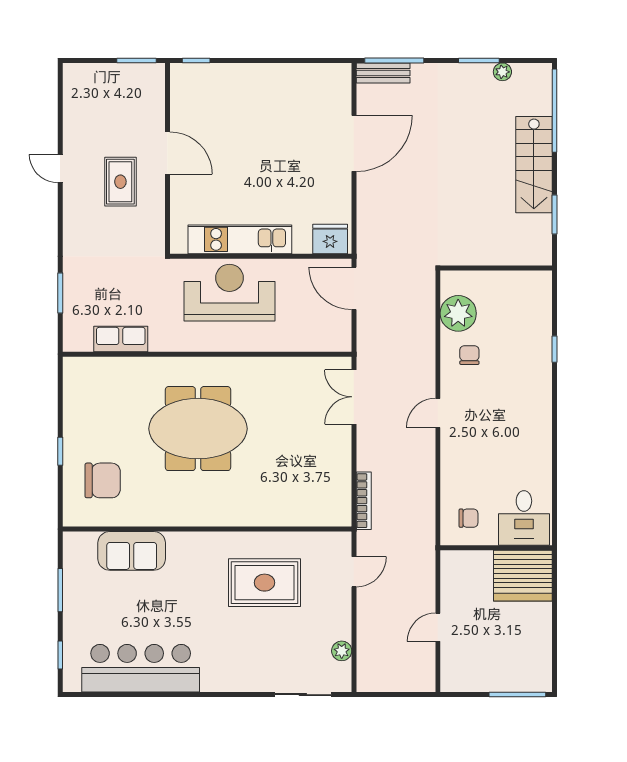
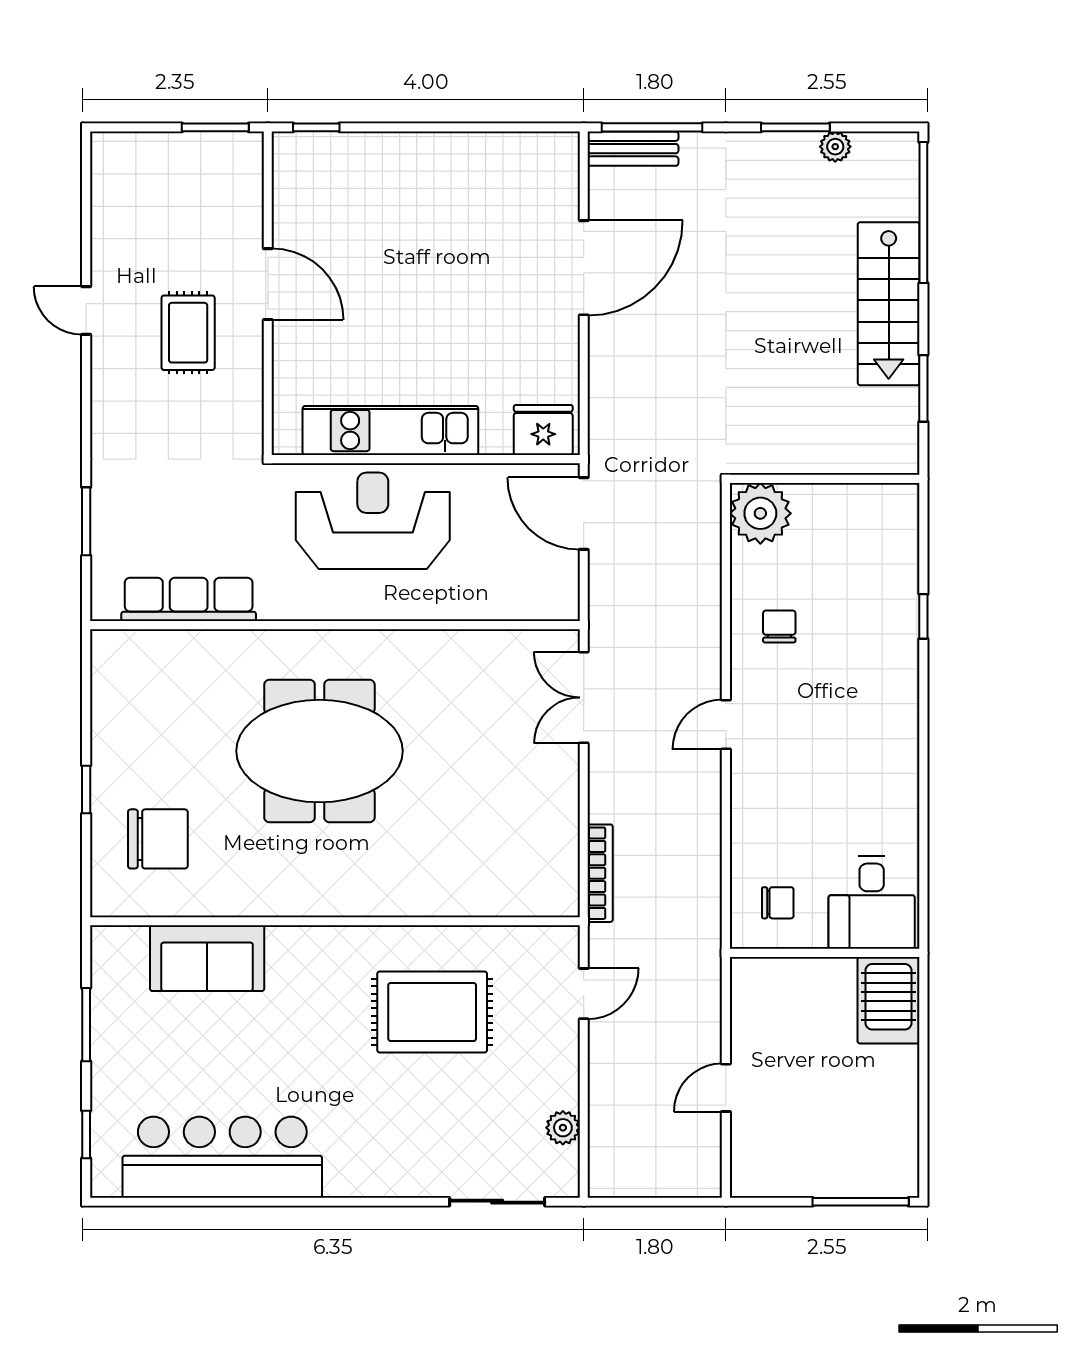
plant: (458, 313) -> (760, 513), moved
row of seats: (121, 339) -> (189, 599), width x1.48
server rack: (523, 576) -> (888, 1000), width x0.62

